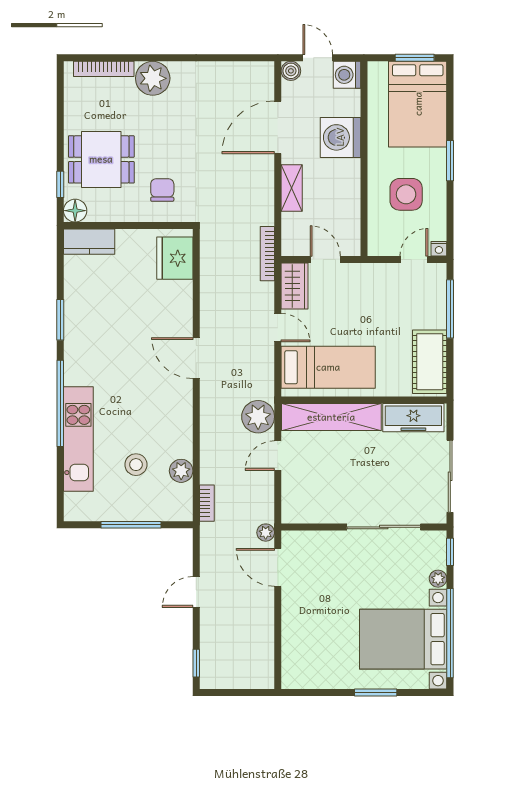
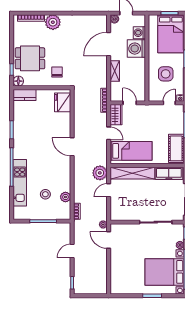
washing machine: (347, 75) -> (139, 33), moved

